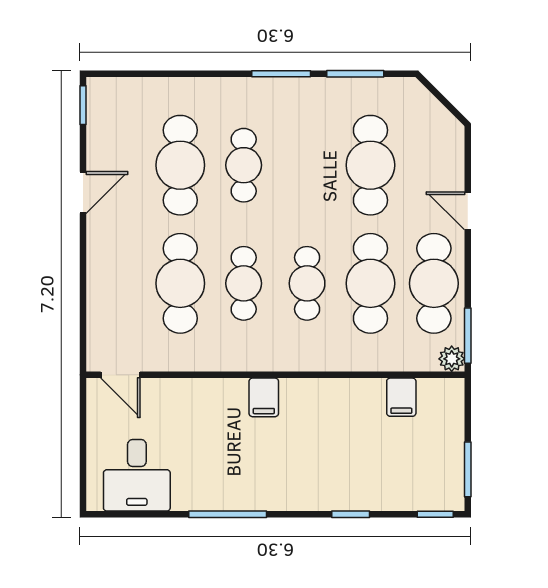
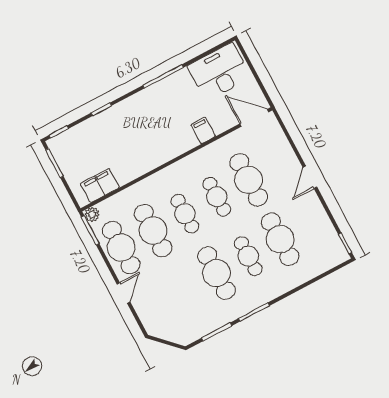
cafe table: (370, 165) -> (216, 273), moved
door: (83, 192) -> (310, 177), moved
door: (468, 211) -> (124, 293), hinge flipped
door: (120, 375) -> (254, 118), width x1.38
filing cabinet: (264, 397) -> (203, 130), moved
filing cabinet: (401, 397) -> (100, 186), width x2.00
desk: (137, 475) -> (219, 72), width x1.37

